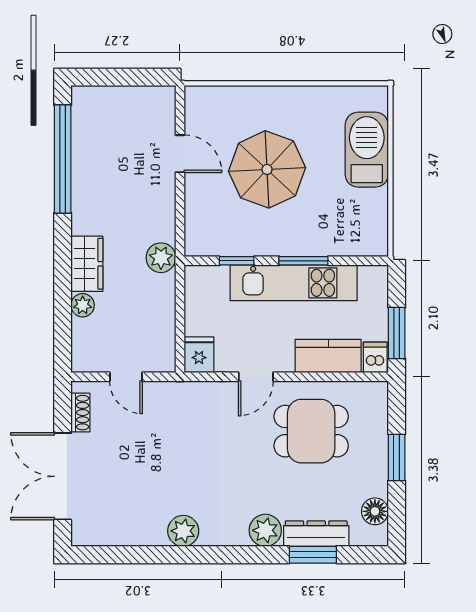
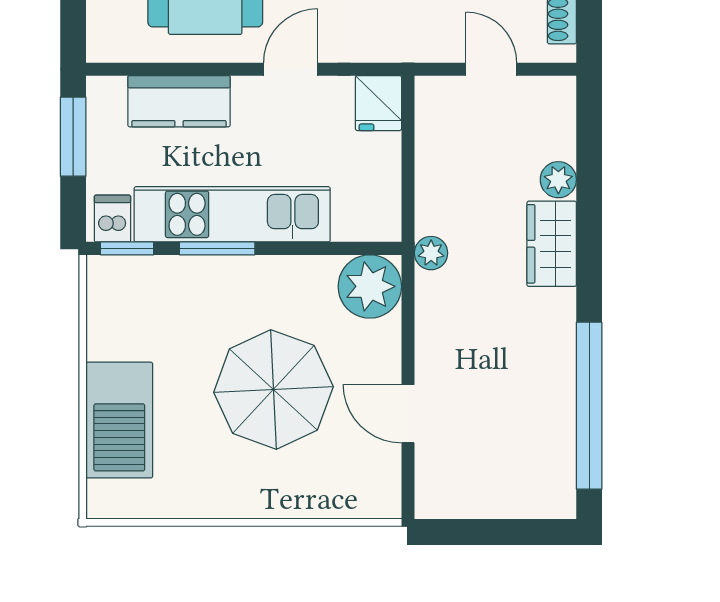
plant: (205, 236) -> (370, 286), added
plant: (161, 258) -> (431, 253), width x0.73, depth x0.73
window: (237, 261) -> (127, 248), moved
dishwasher: (375, 357) -> (112, 219), moved, turned 180

